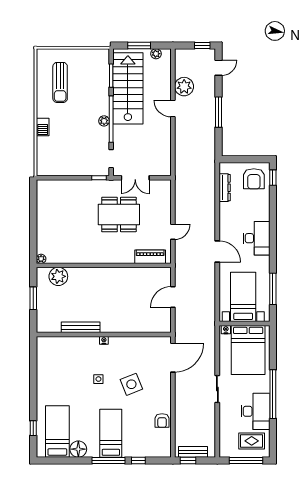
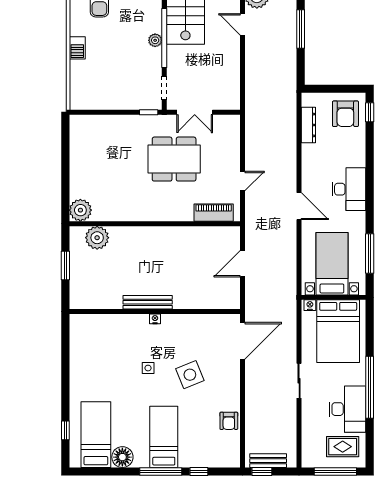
plant: (41, 259) -> (80, 210), width x1.88, depth x1.88
bench: (81, 327) -> (148, 302), moved

